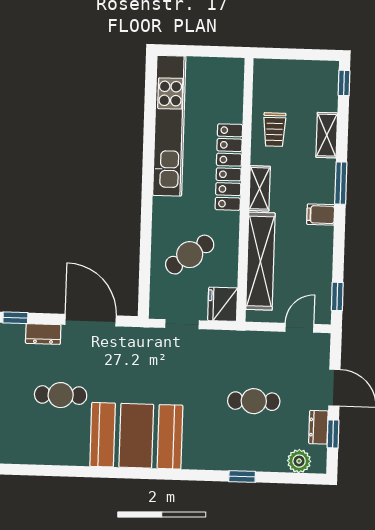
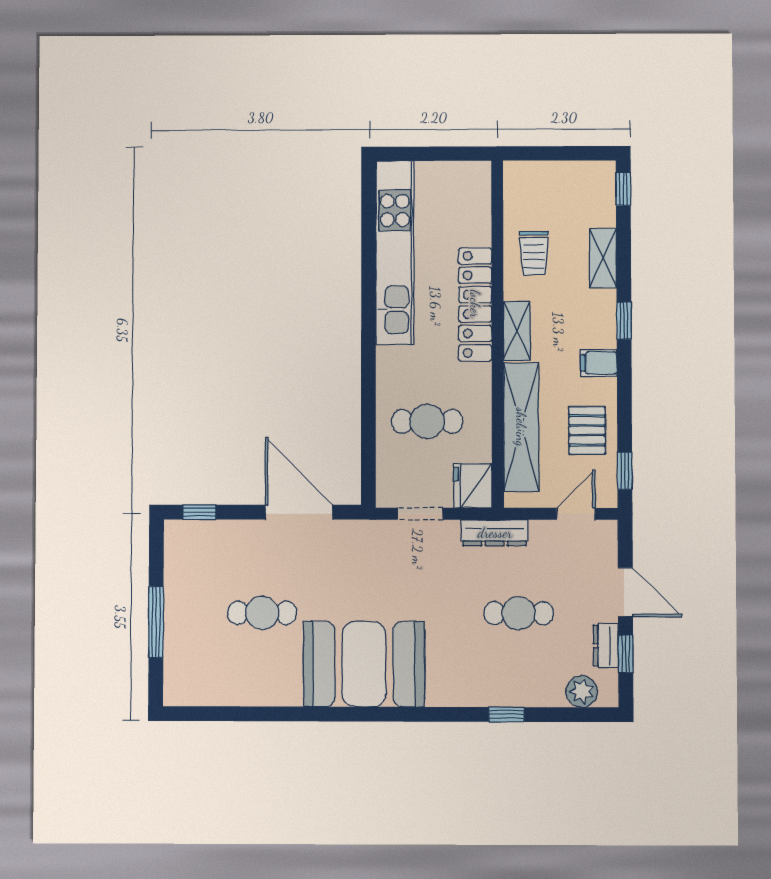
window: (341, 183) -> (624, 321), width x0.67
cafe table: (190, 255) -> (427, 421), turned 36
pallet: (310, 265) -> (587, 430), added
dresser: (43, 334) -> (495, 533), moved, width x1.44

